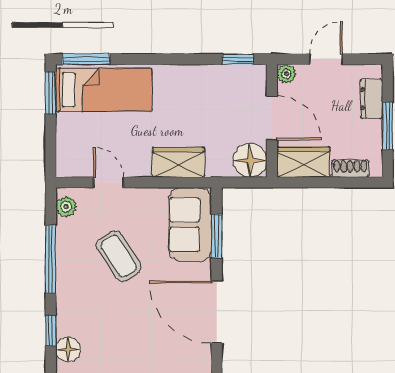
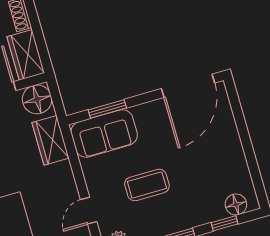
wardrobe: (178, 162) -> (51, 140), moved
coffee table: (119, 256) -> (147, 185), turned 33
door: (217, 312) -> (188, 86), moved

